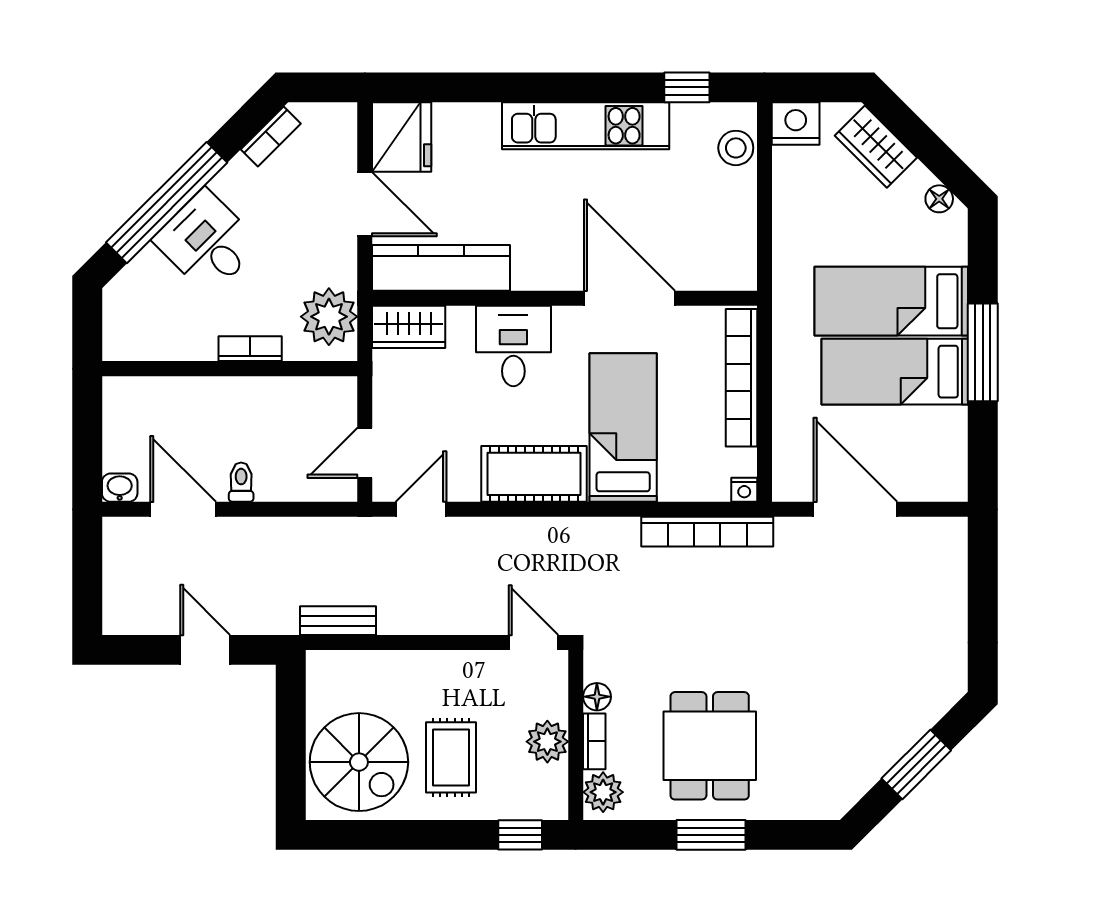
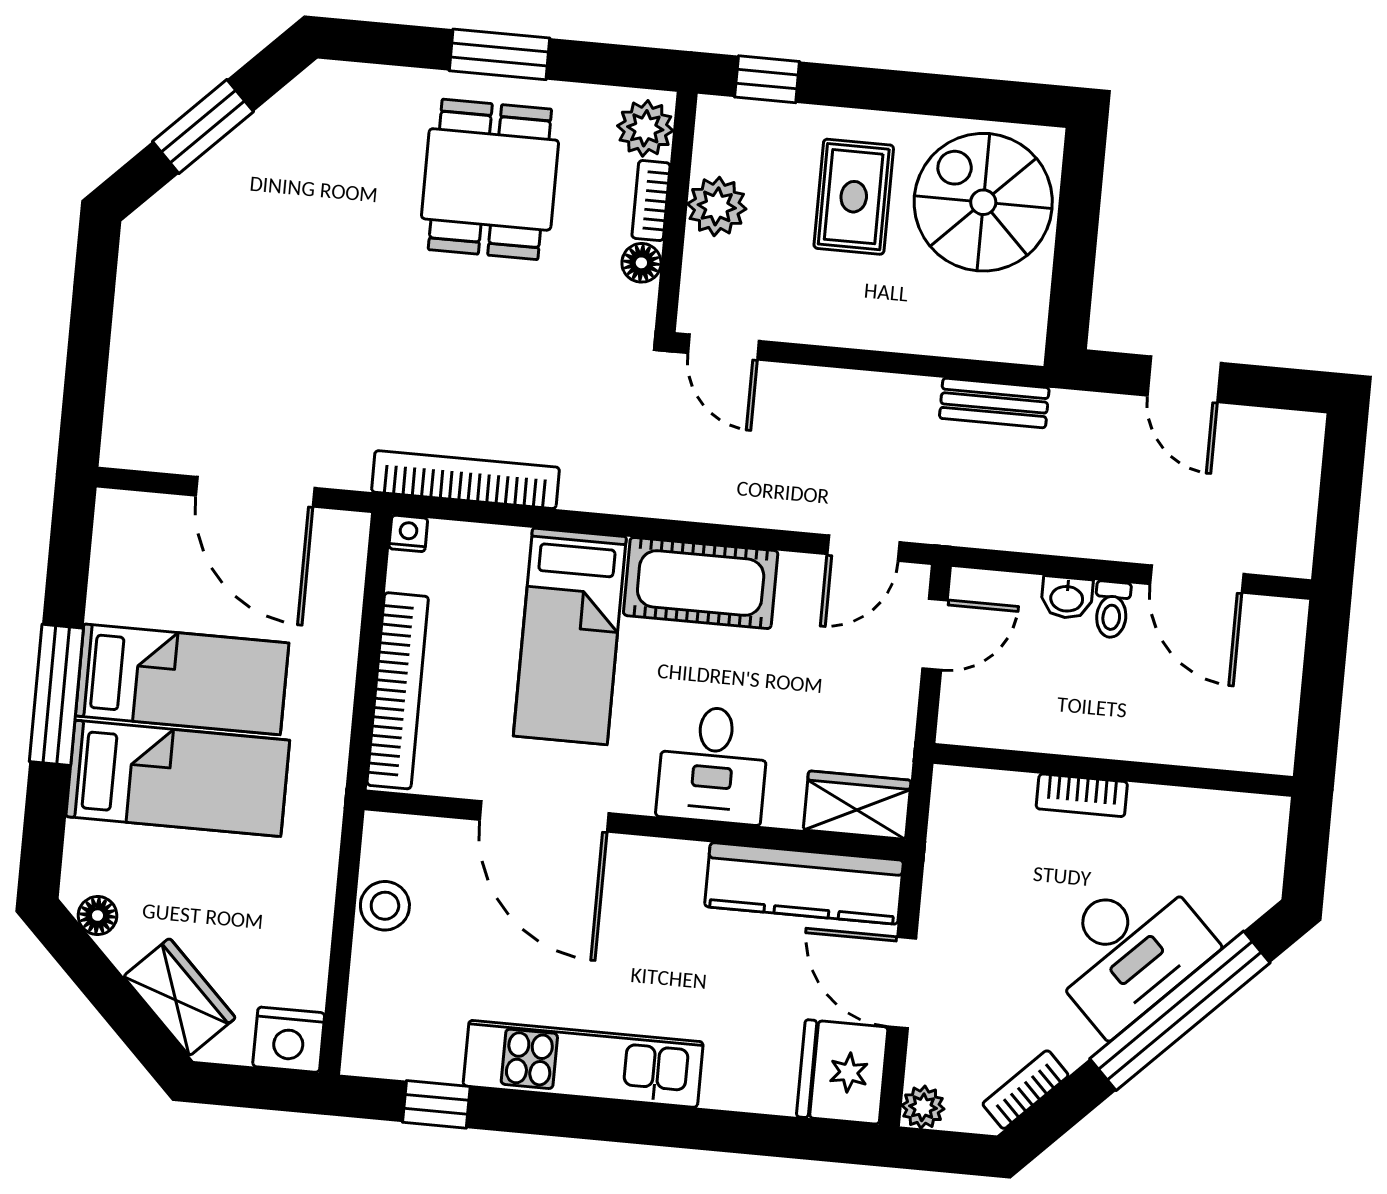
stool: (736, 148) -> (385, 906), moved
desk: (207, 242) -> (1128, 950), width x1.37
plant: (329, 317) -> (923, 1107), moved, width x0.53, depth x0.53
washbasin: (120, 488) -> (1067, 598), moved

